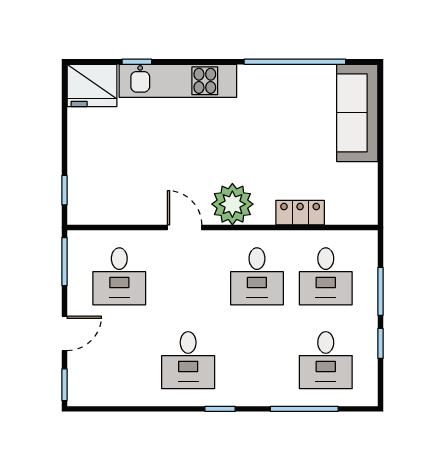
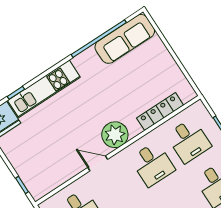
sofa: (357, 113) -> (125, 39), moved, turned -90
locker: (300, 213) -> (160, 112), width x1.53

